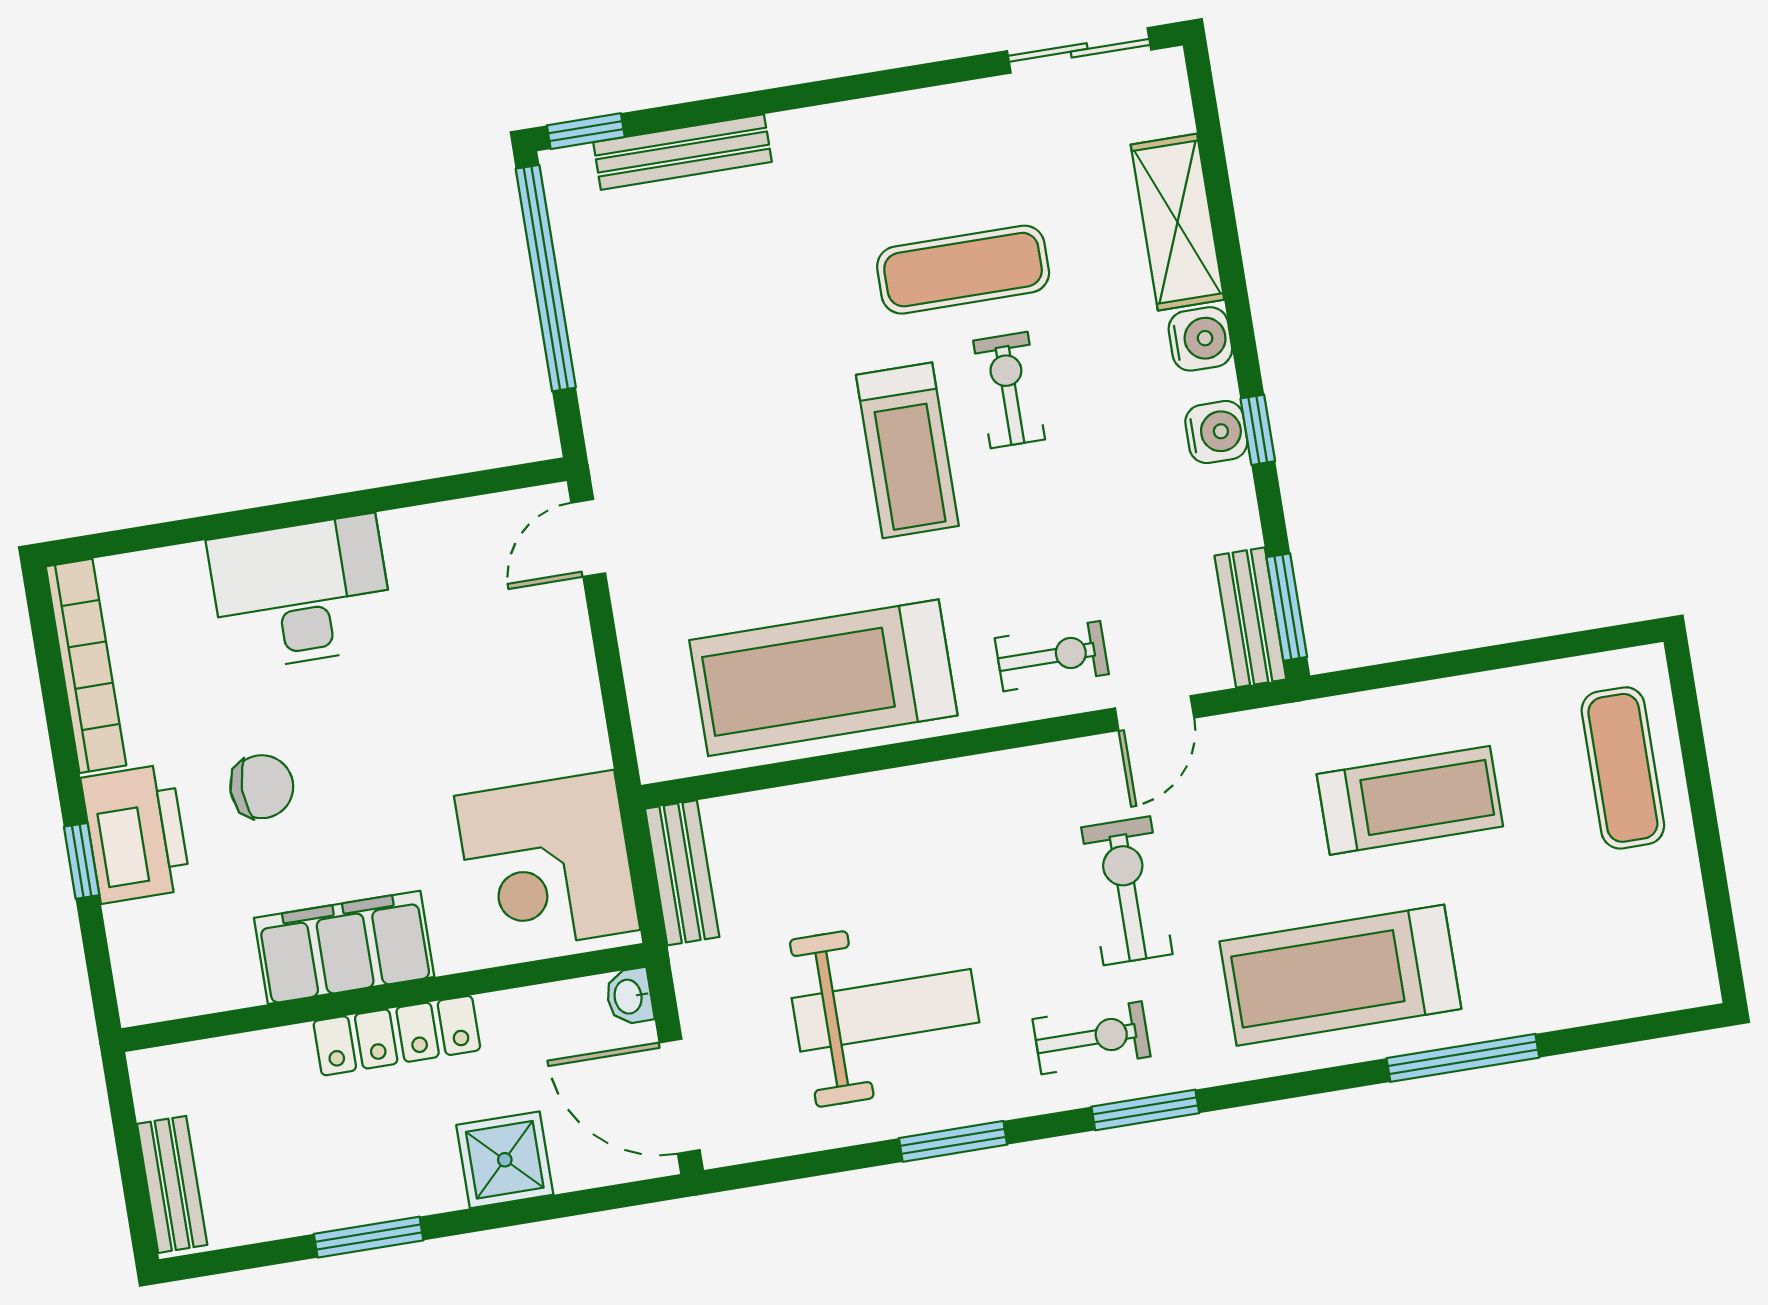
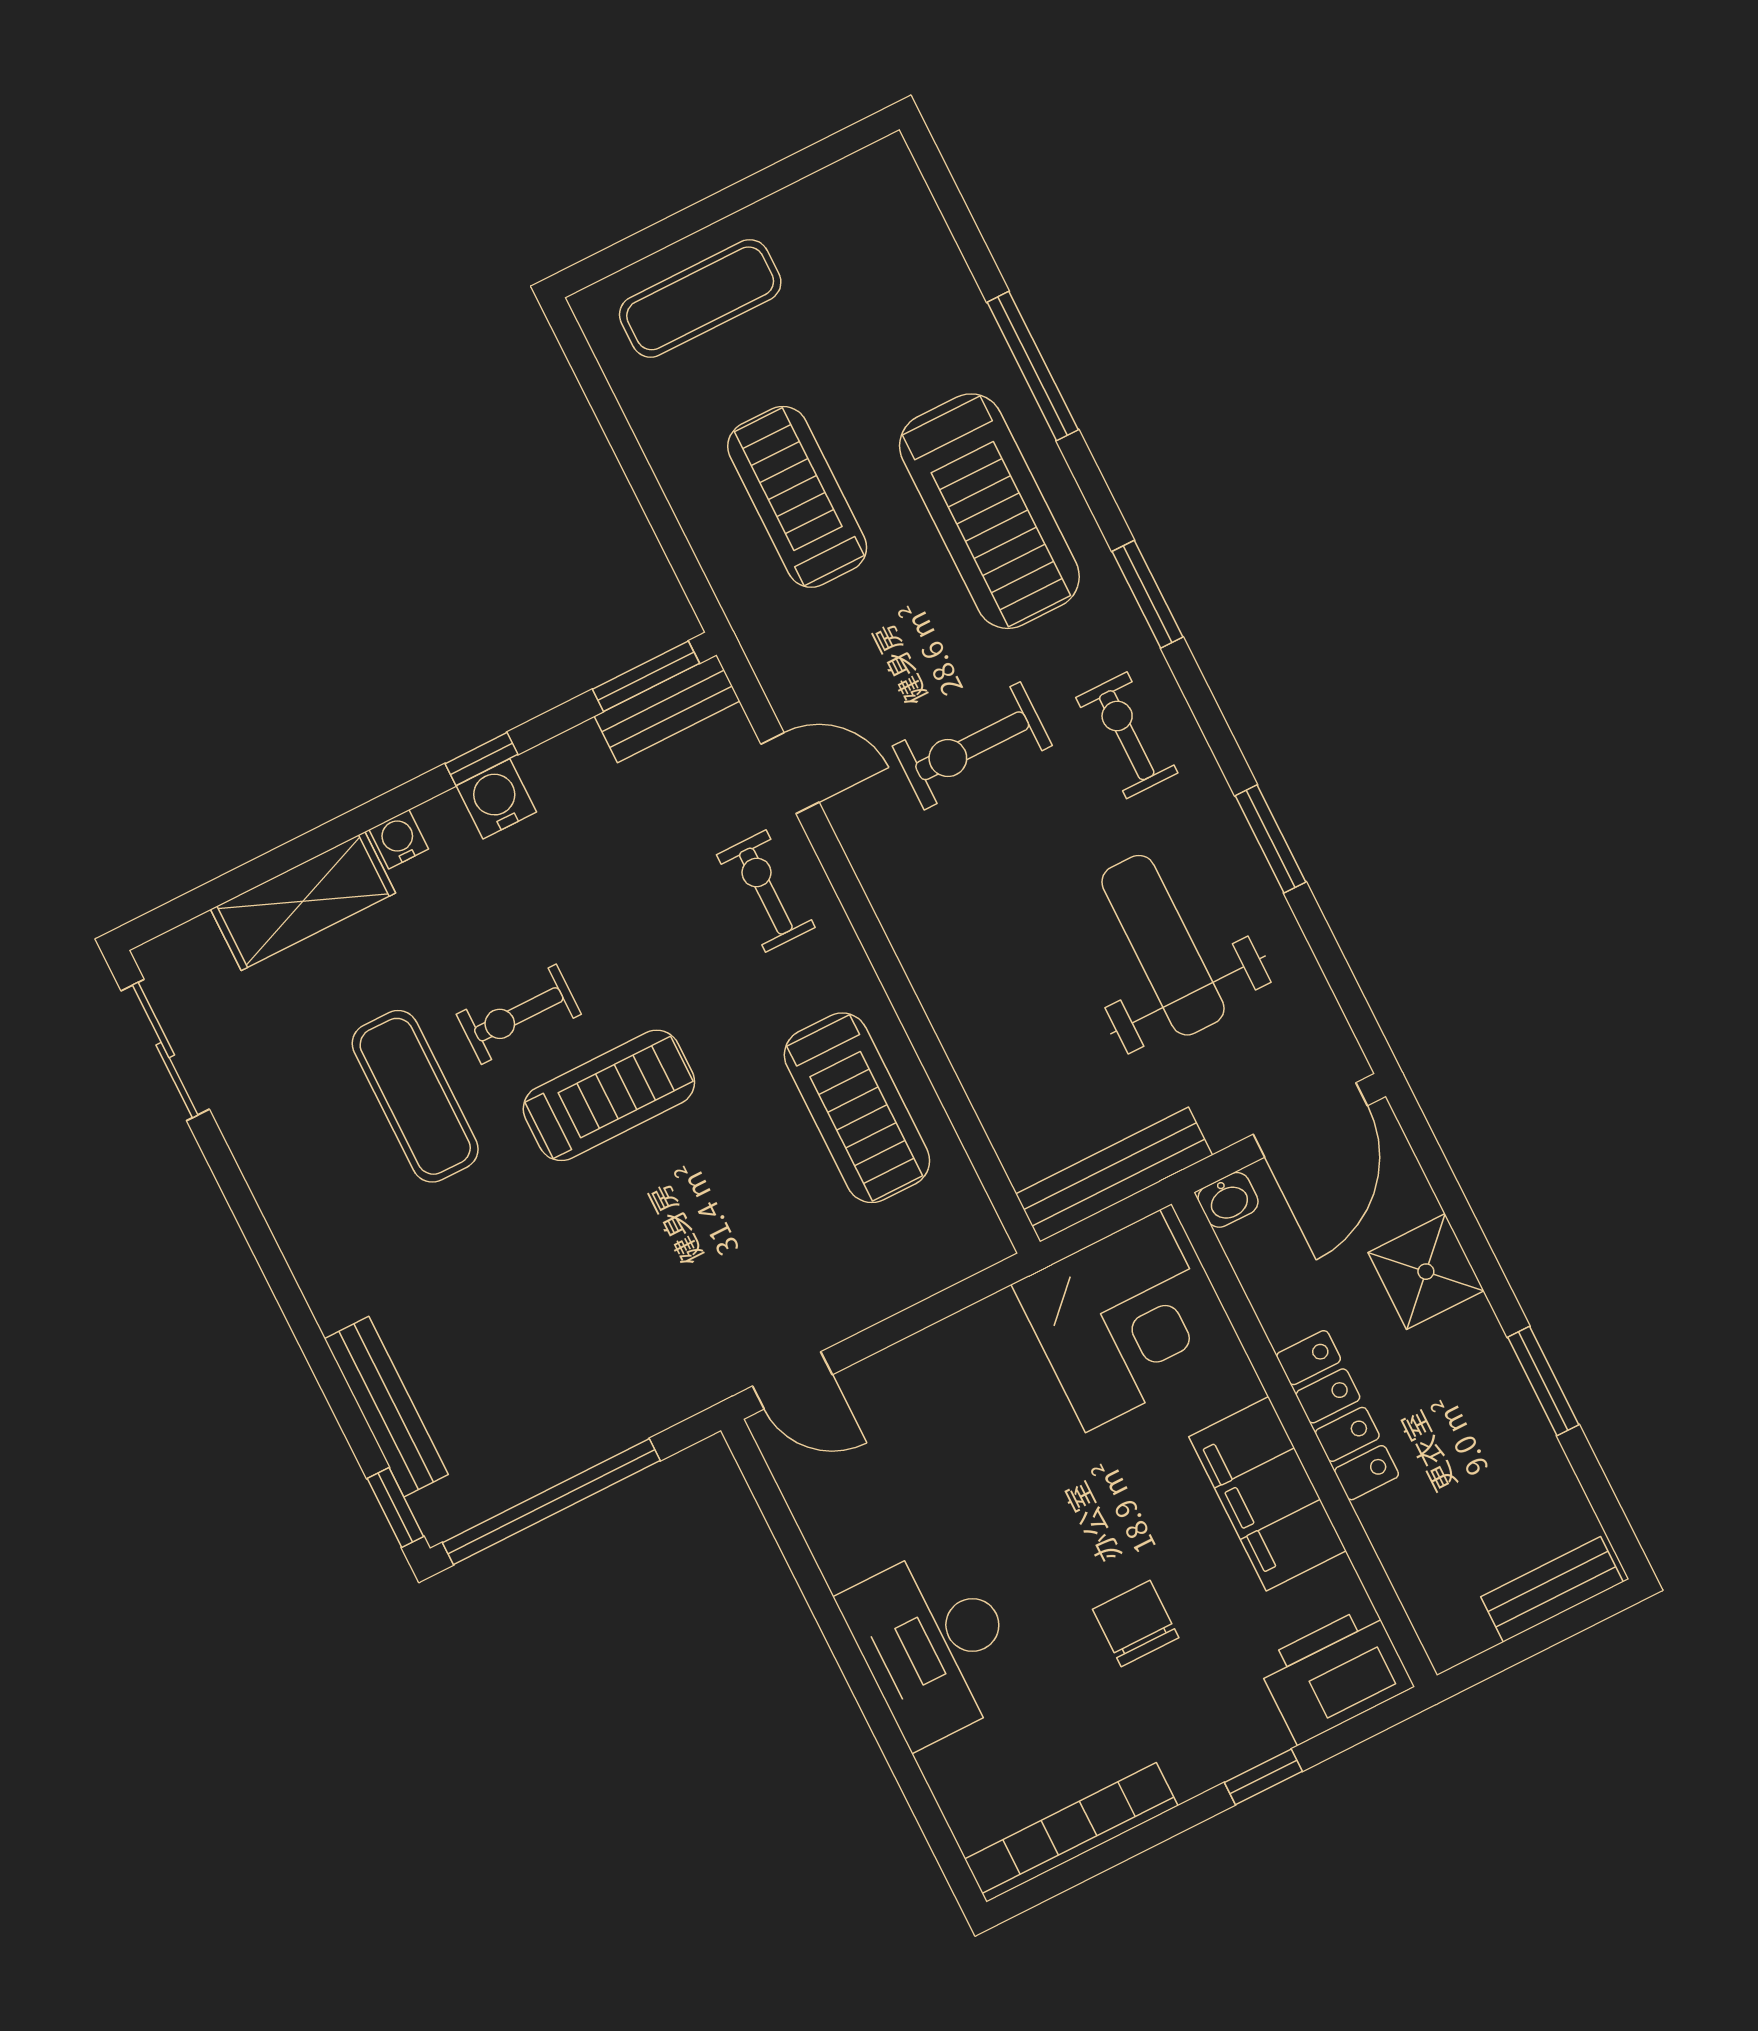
water cooler: (1200, 339) -> (399, 839), width x0.72, depth x0.72
treadmill: (823, 678) -> (857, 1108), width x0.73, depth x0.73
printer: (136, 834) -> (1335, 1674), moved
bench: (682, 873) -> (1114, 1175), width x1.36
window: (1145, 1110) -> (1148, 594), moved

